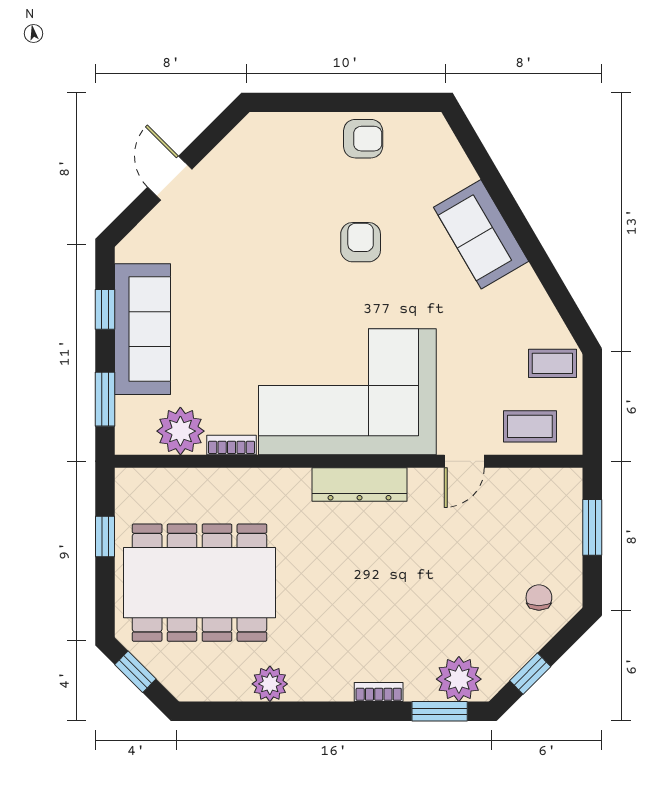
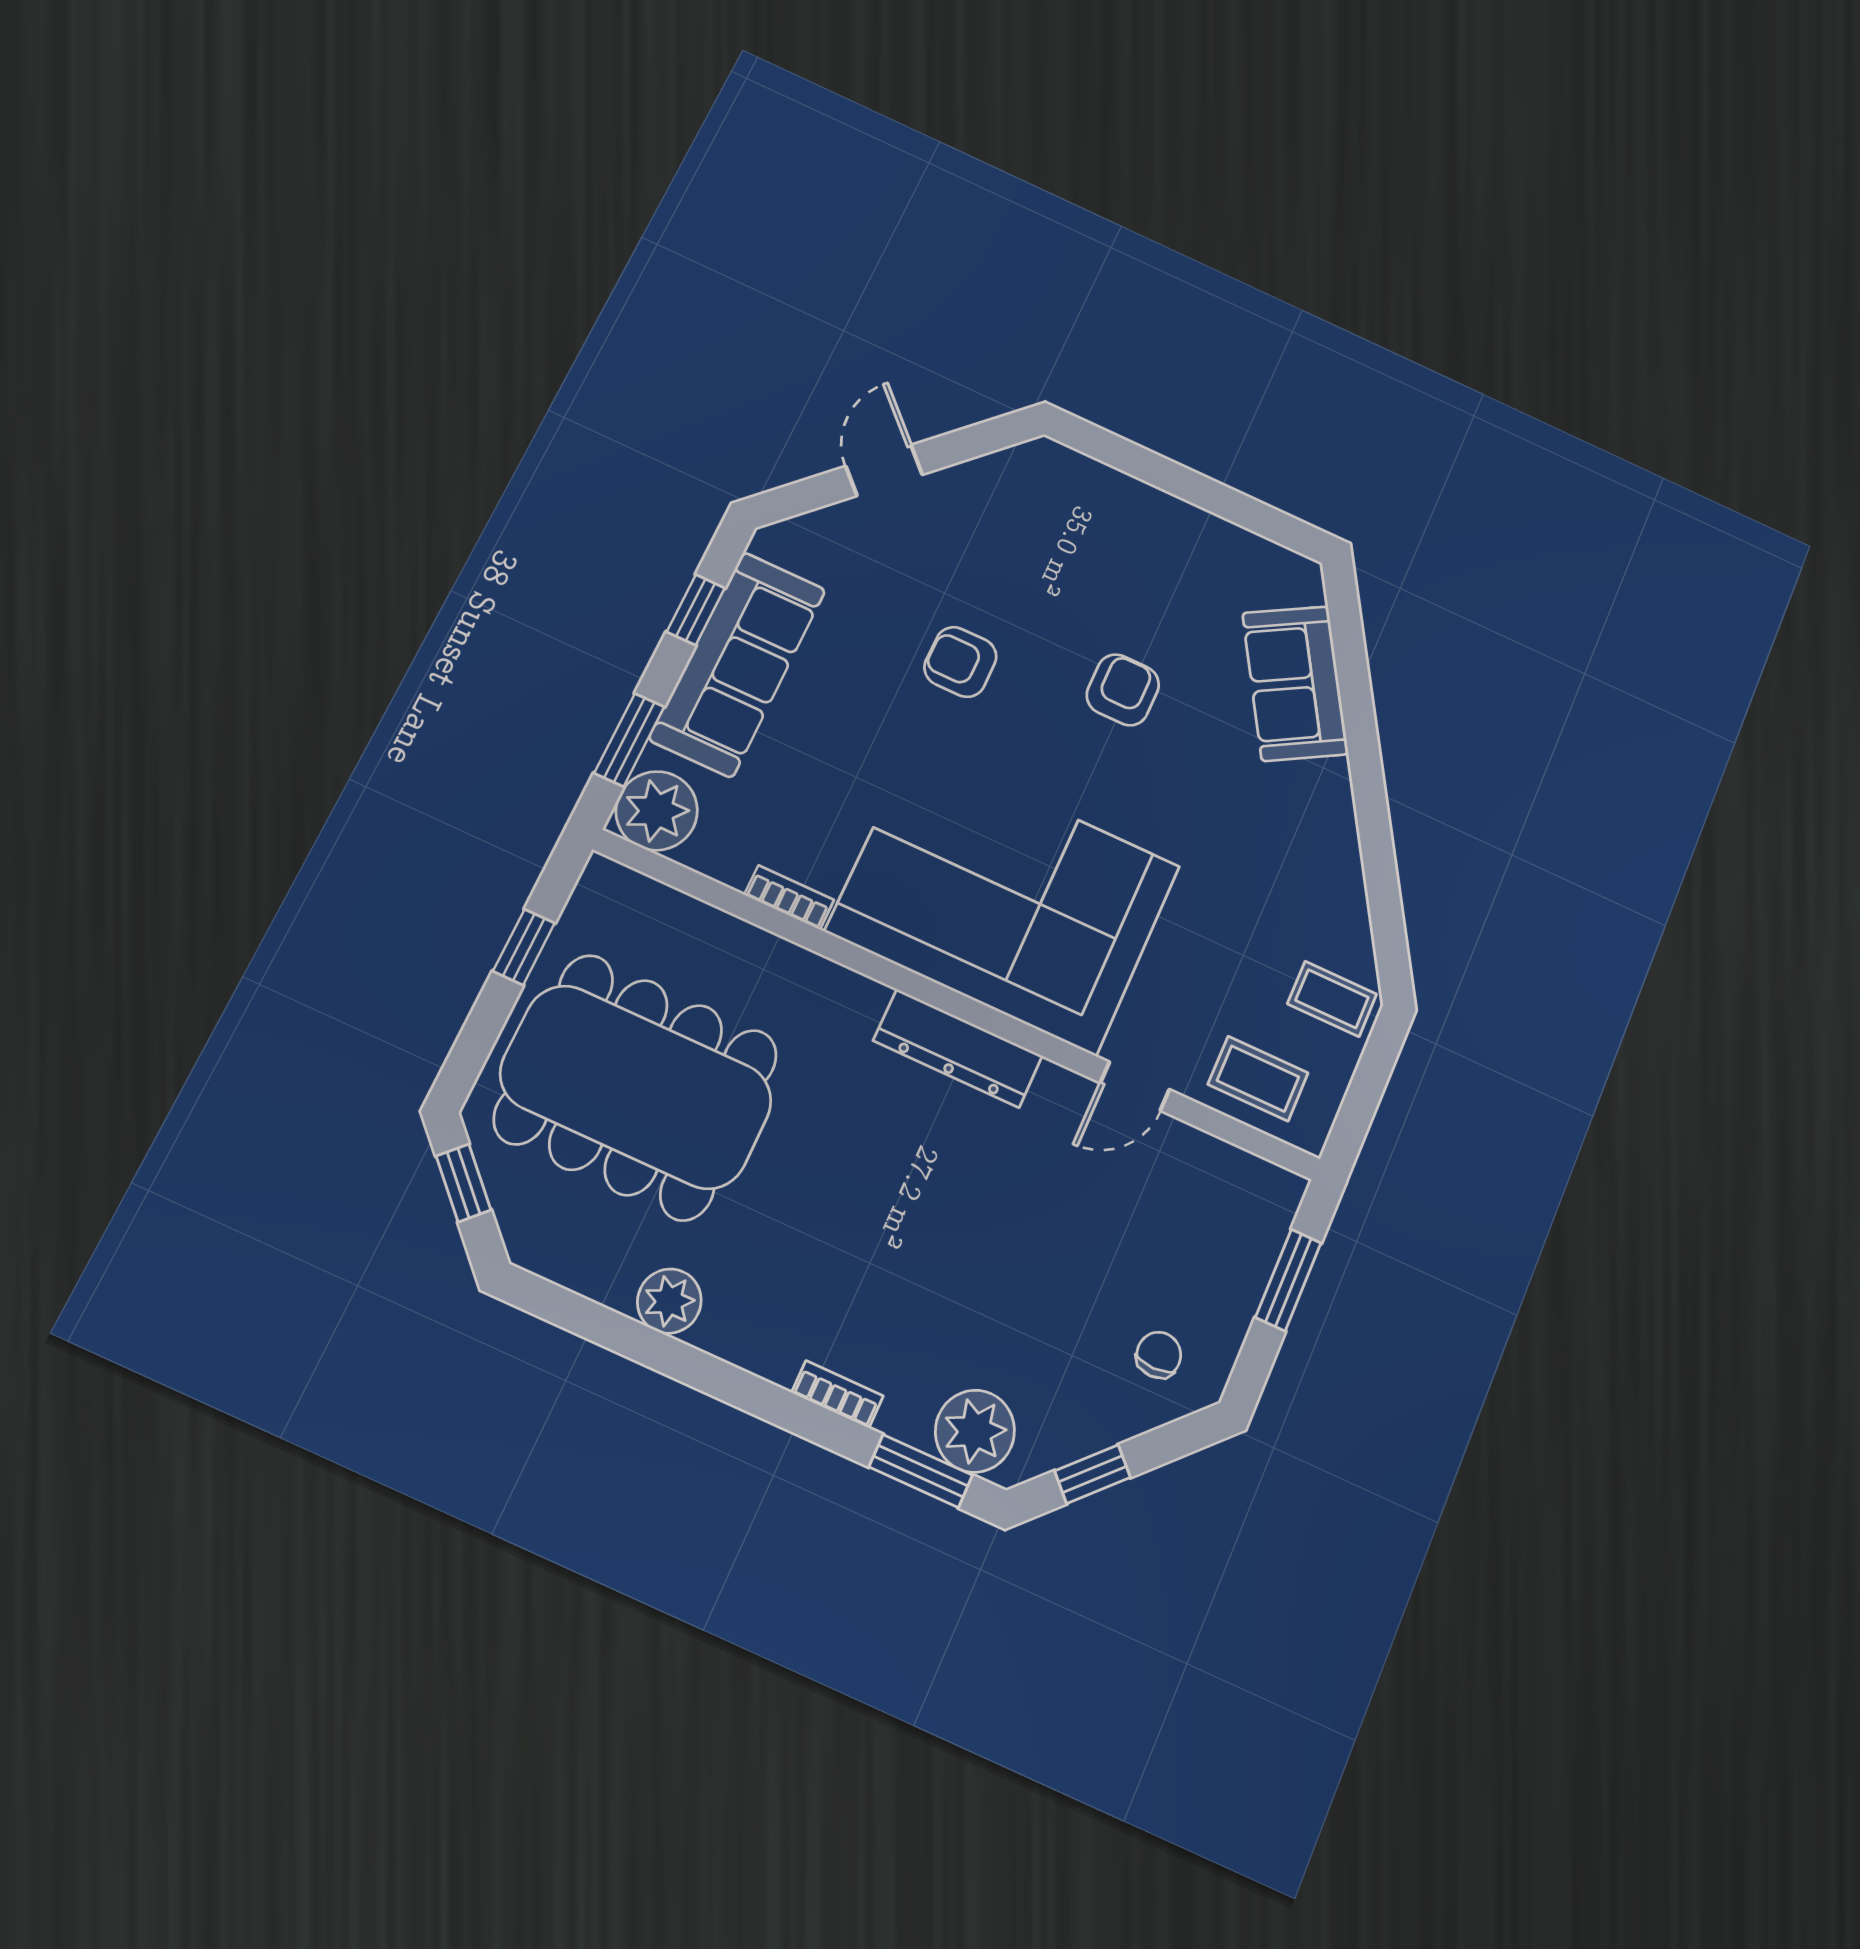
armchair: (363, 139) -> (960, 662), moved, turned 180
sofa: (481, 234) -> (1295, 683), moved
plant: (180, 431) -> (657, 811), moved

